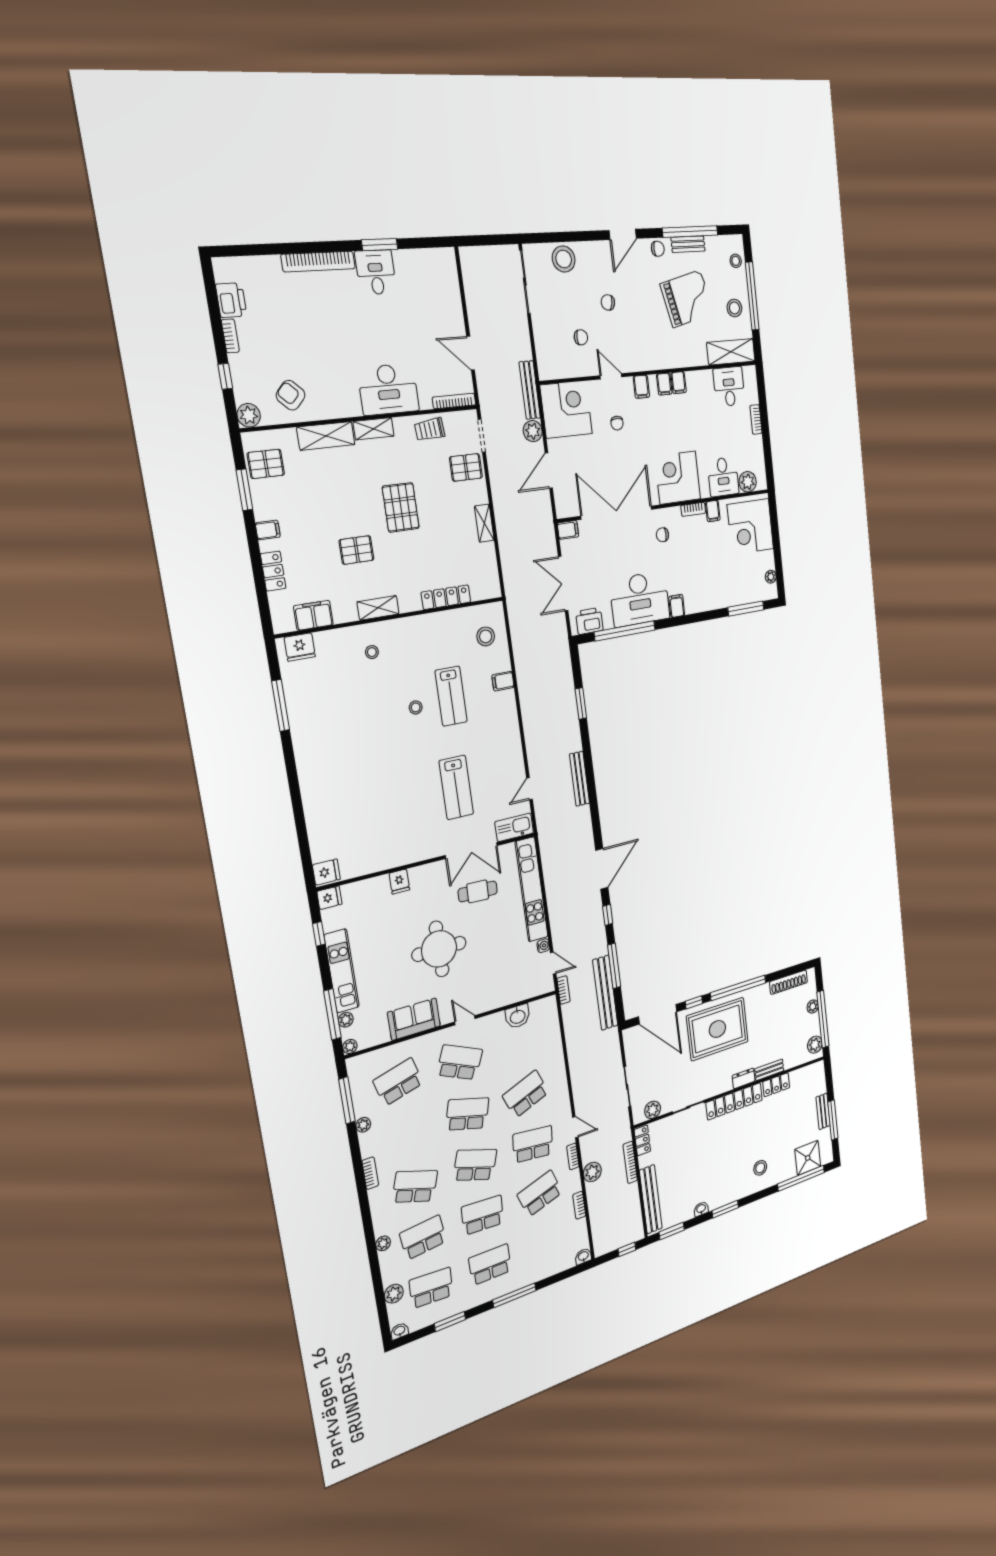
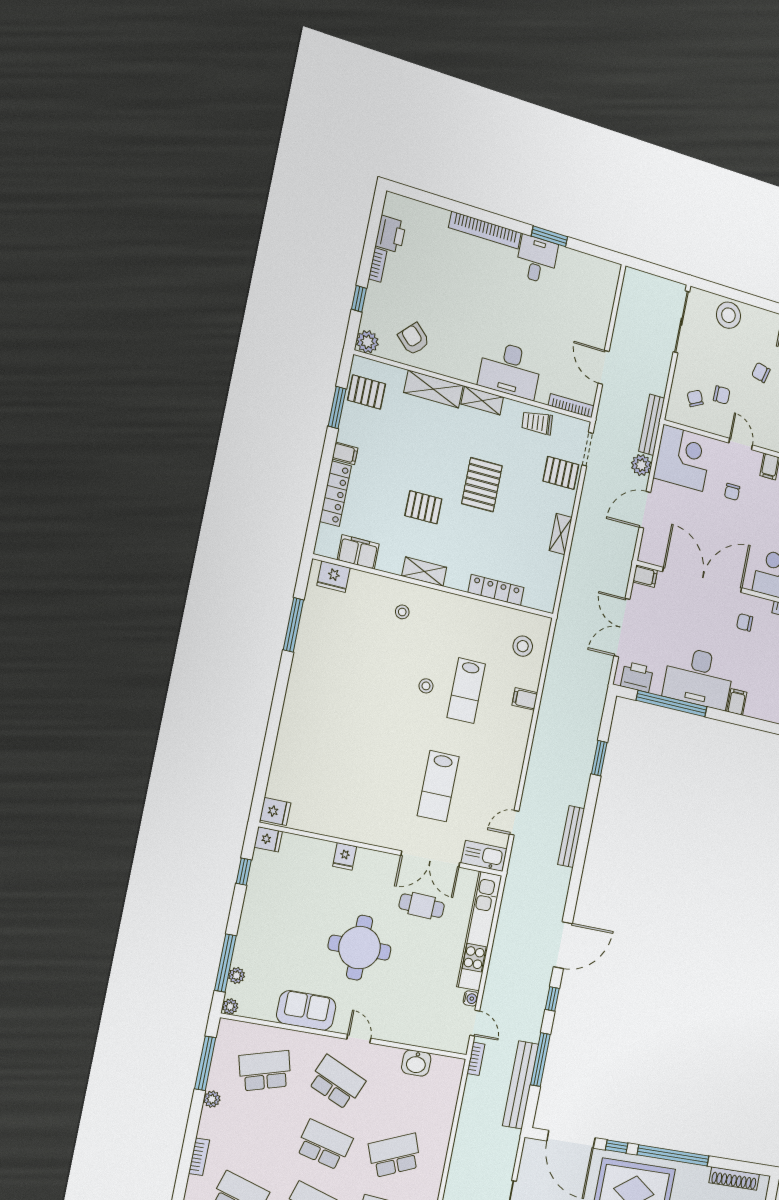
chair: (559, 350) -> (695, 398), added
locker: (273, 571) -> (335, 494), width x1.53
kitchen unit: (342, 971) -> (252, 922), removed

